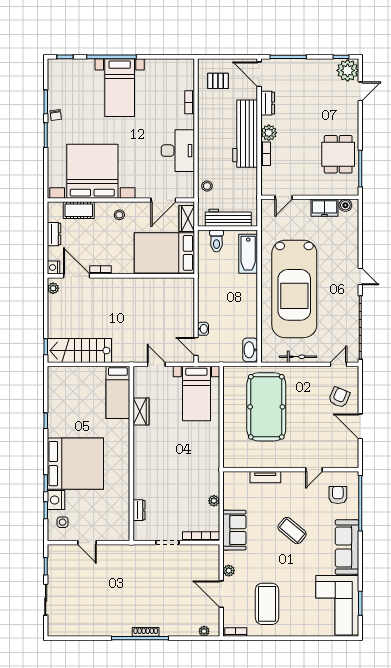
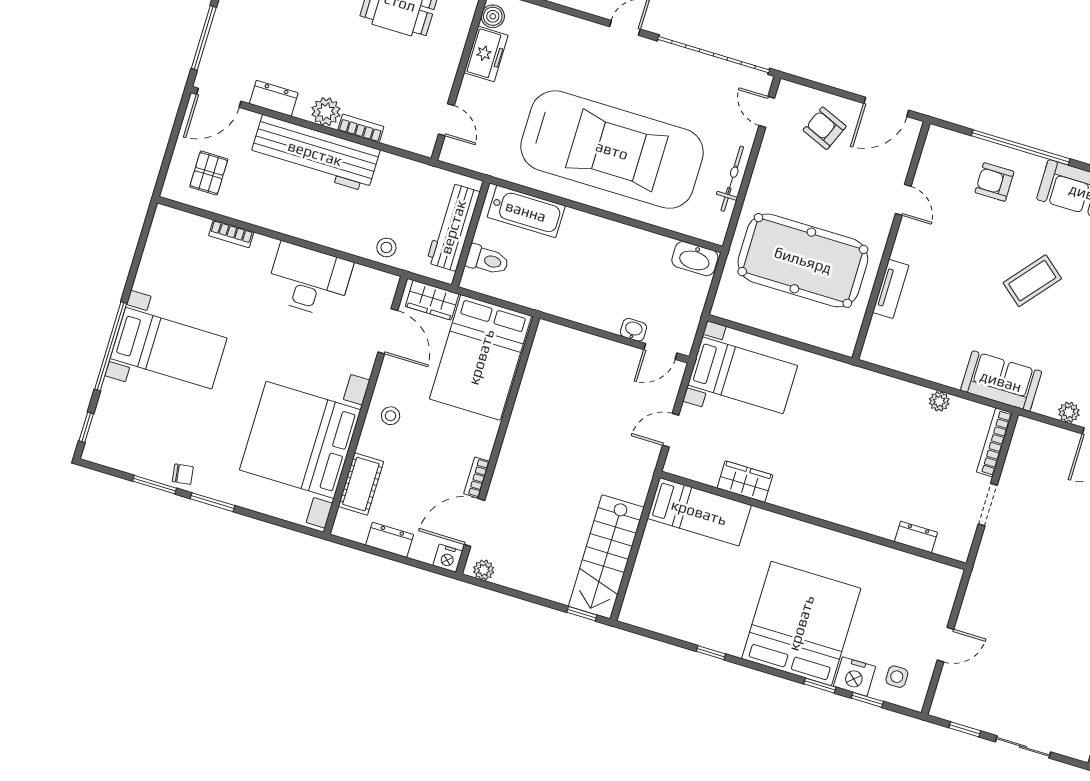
wall: (291, 470) -> (891, 241), moved
door: (314, 470) -> (903, 200), moved
tv unit: (265, 477) -> (891, 289), moved

